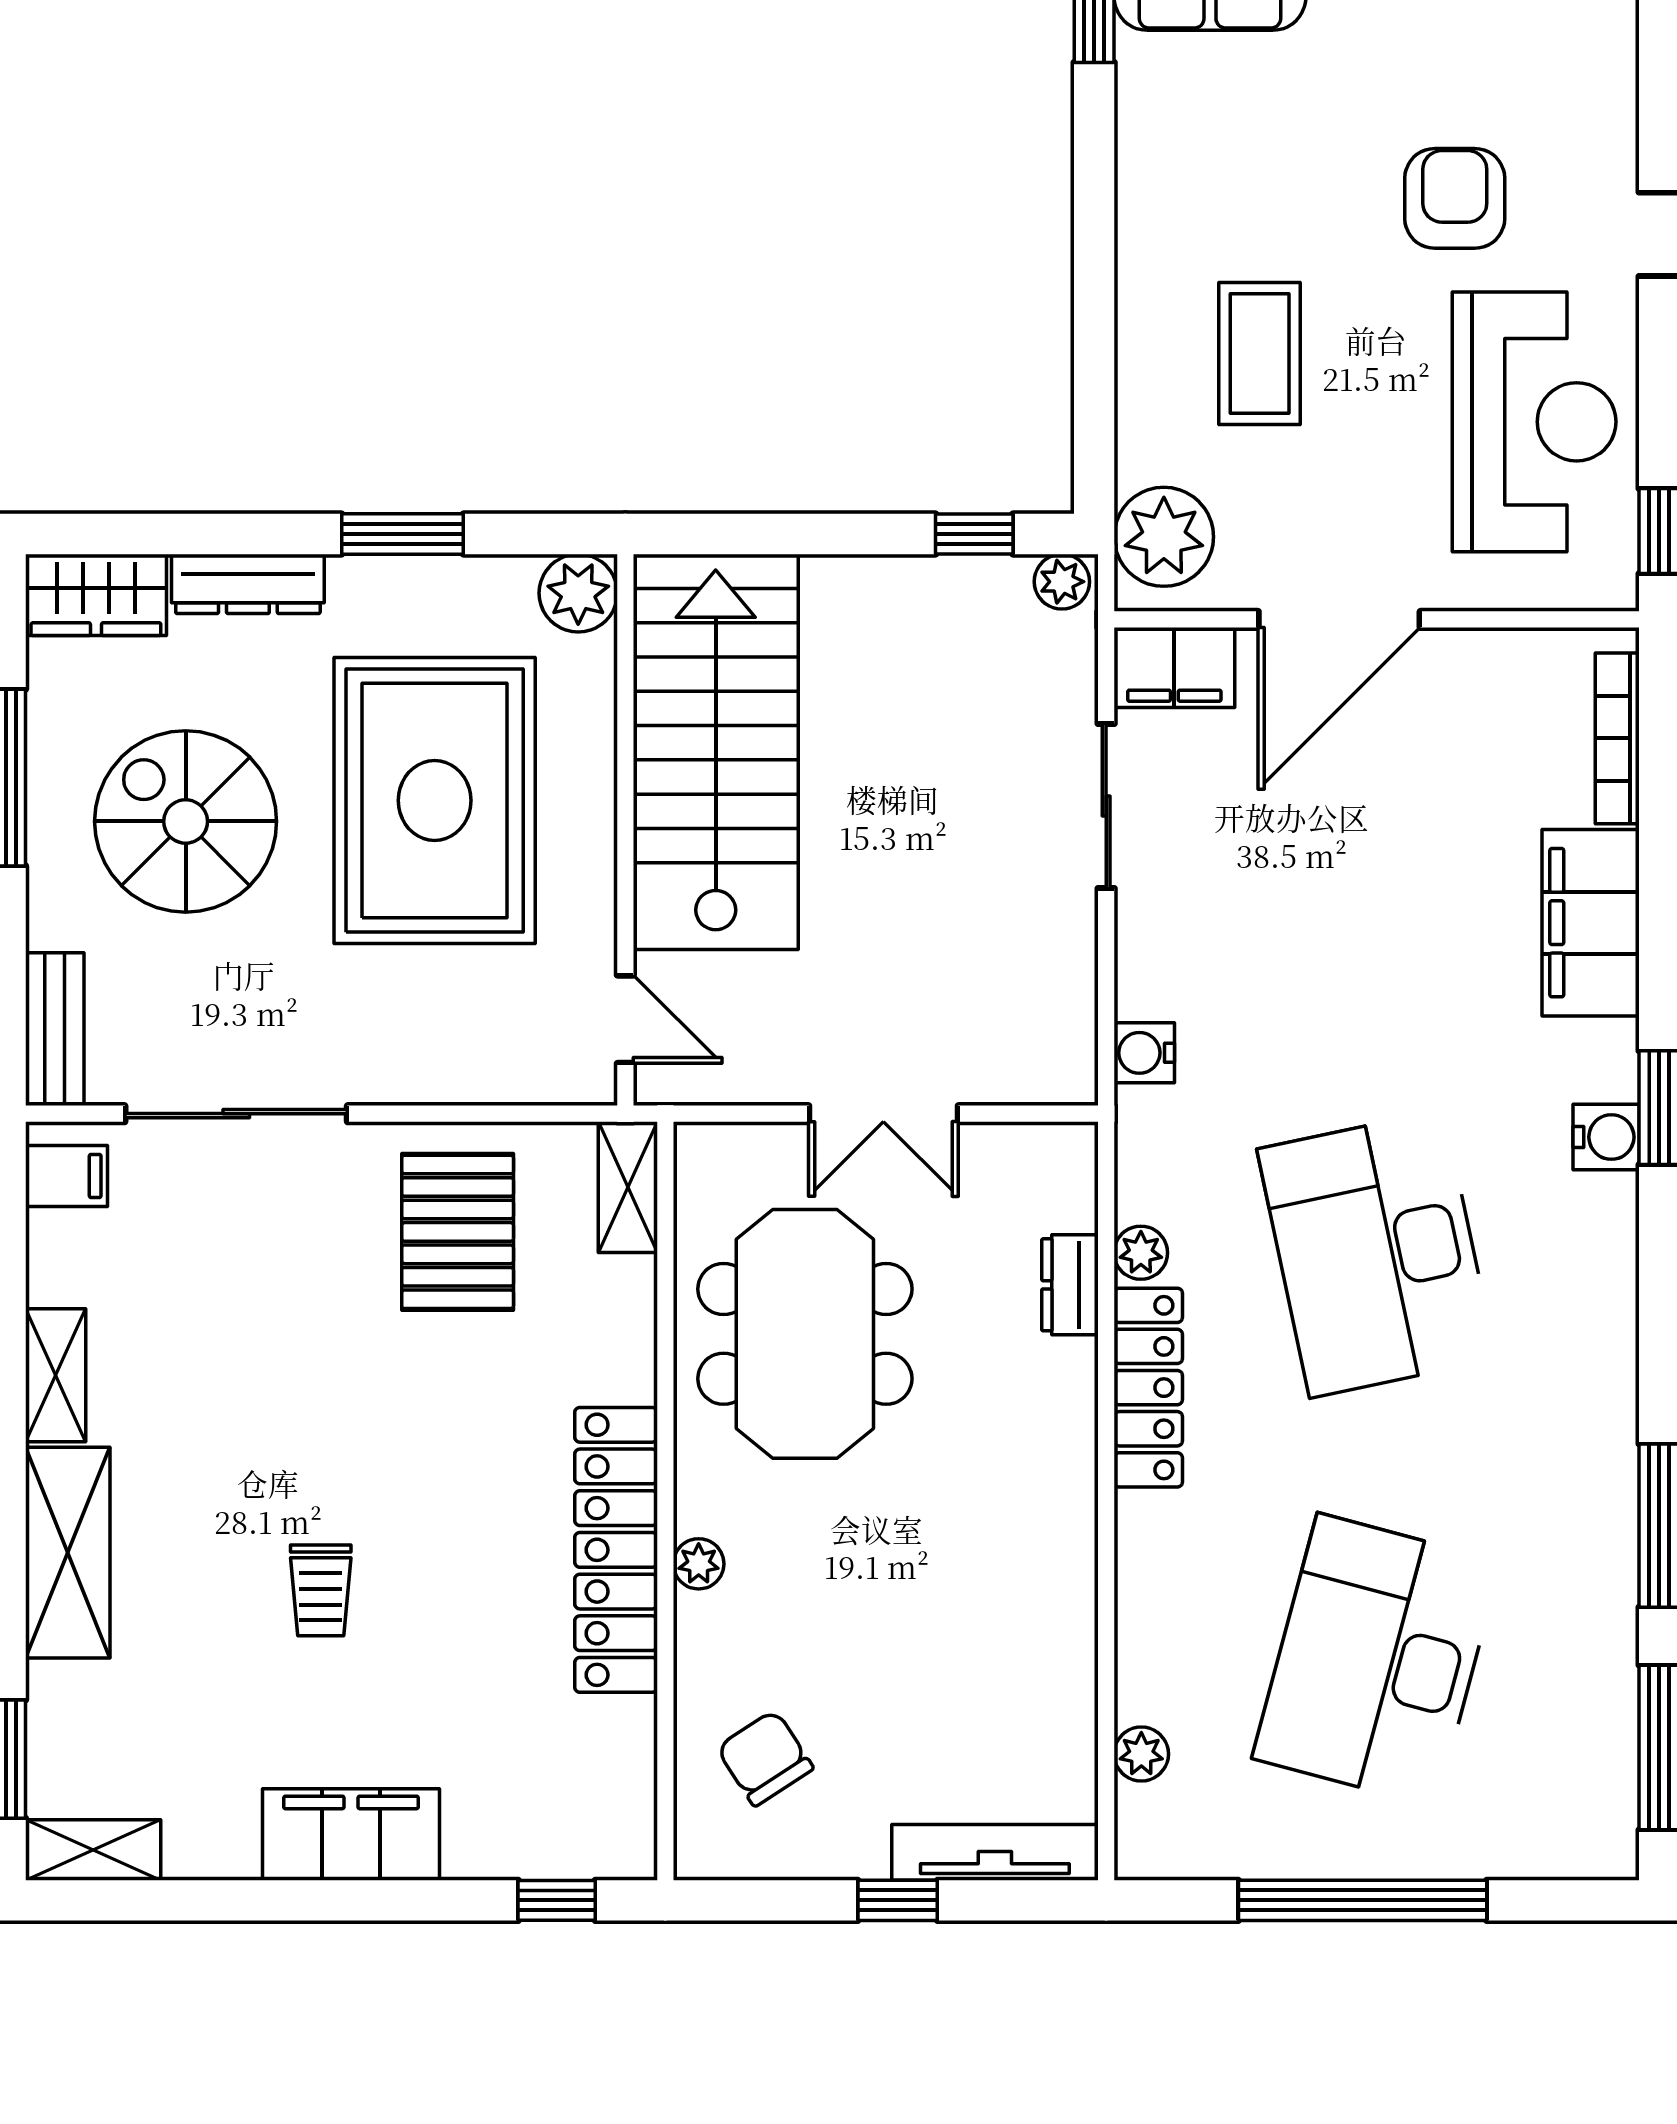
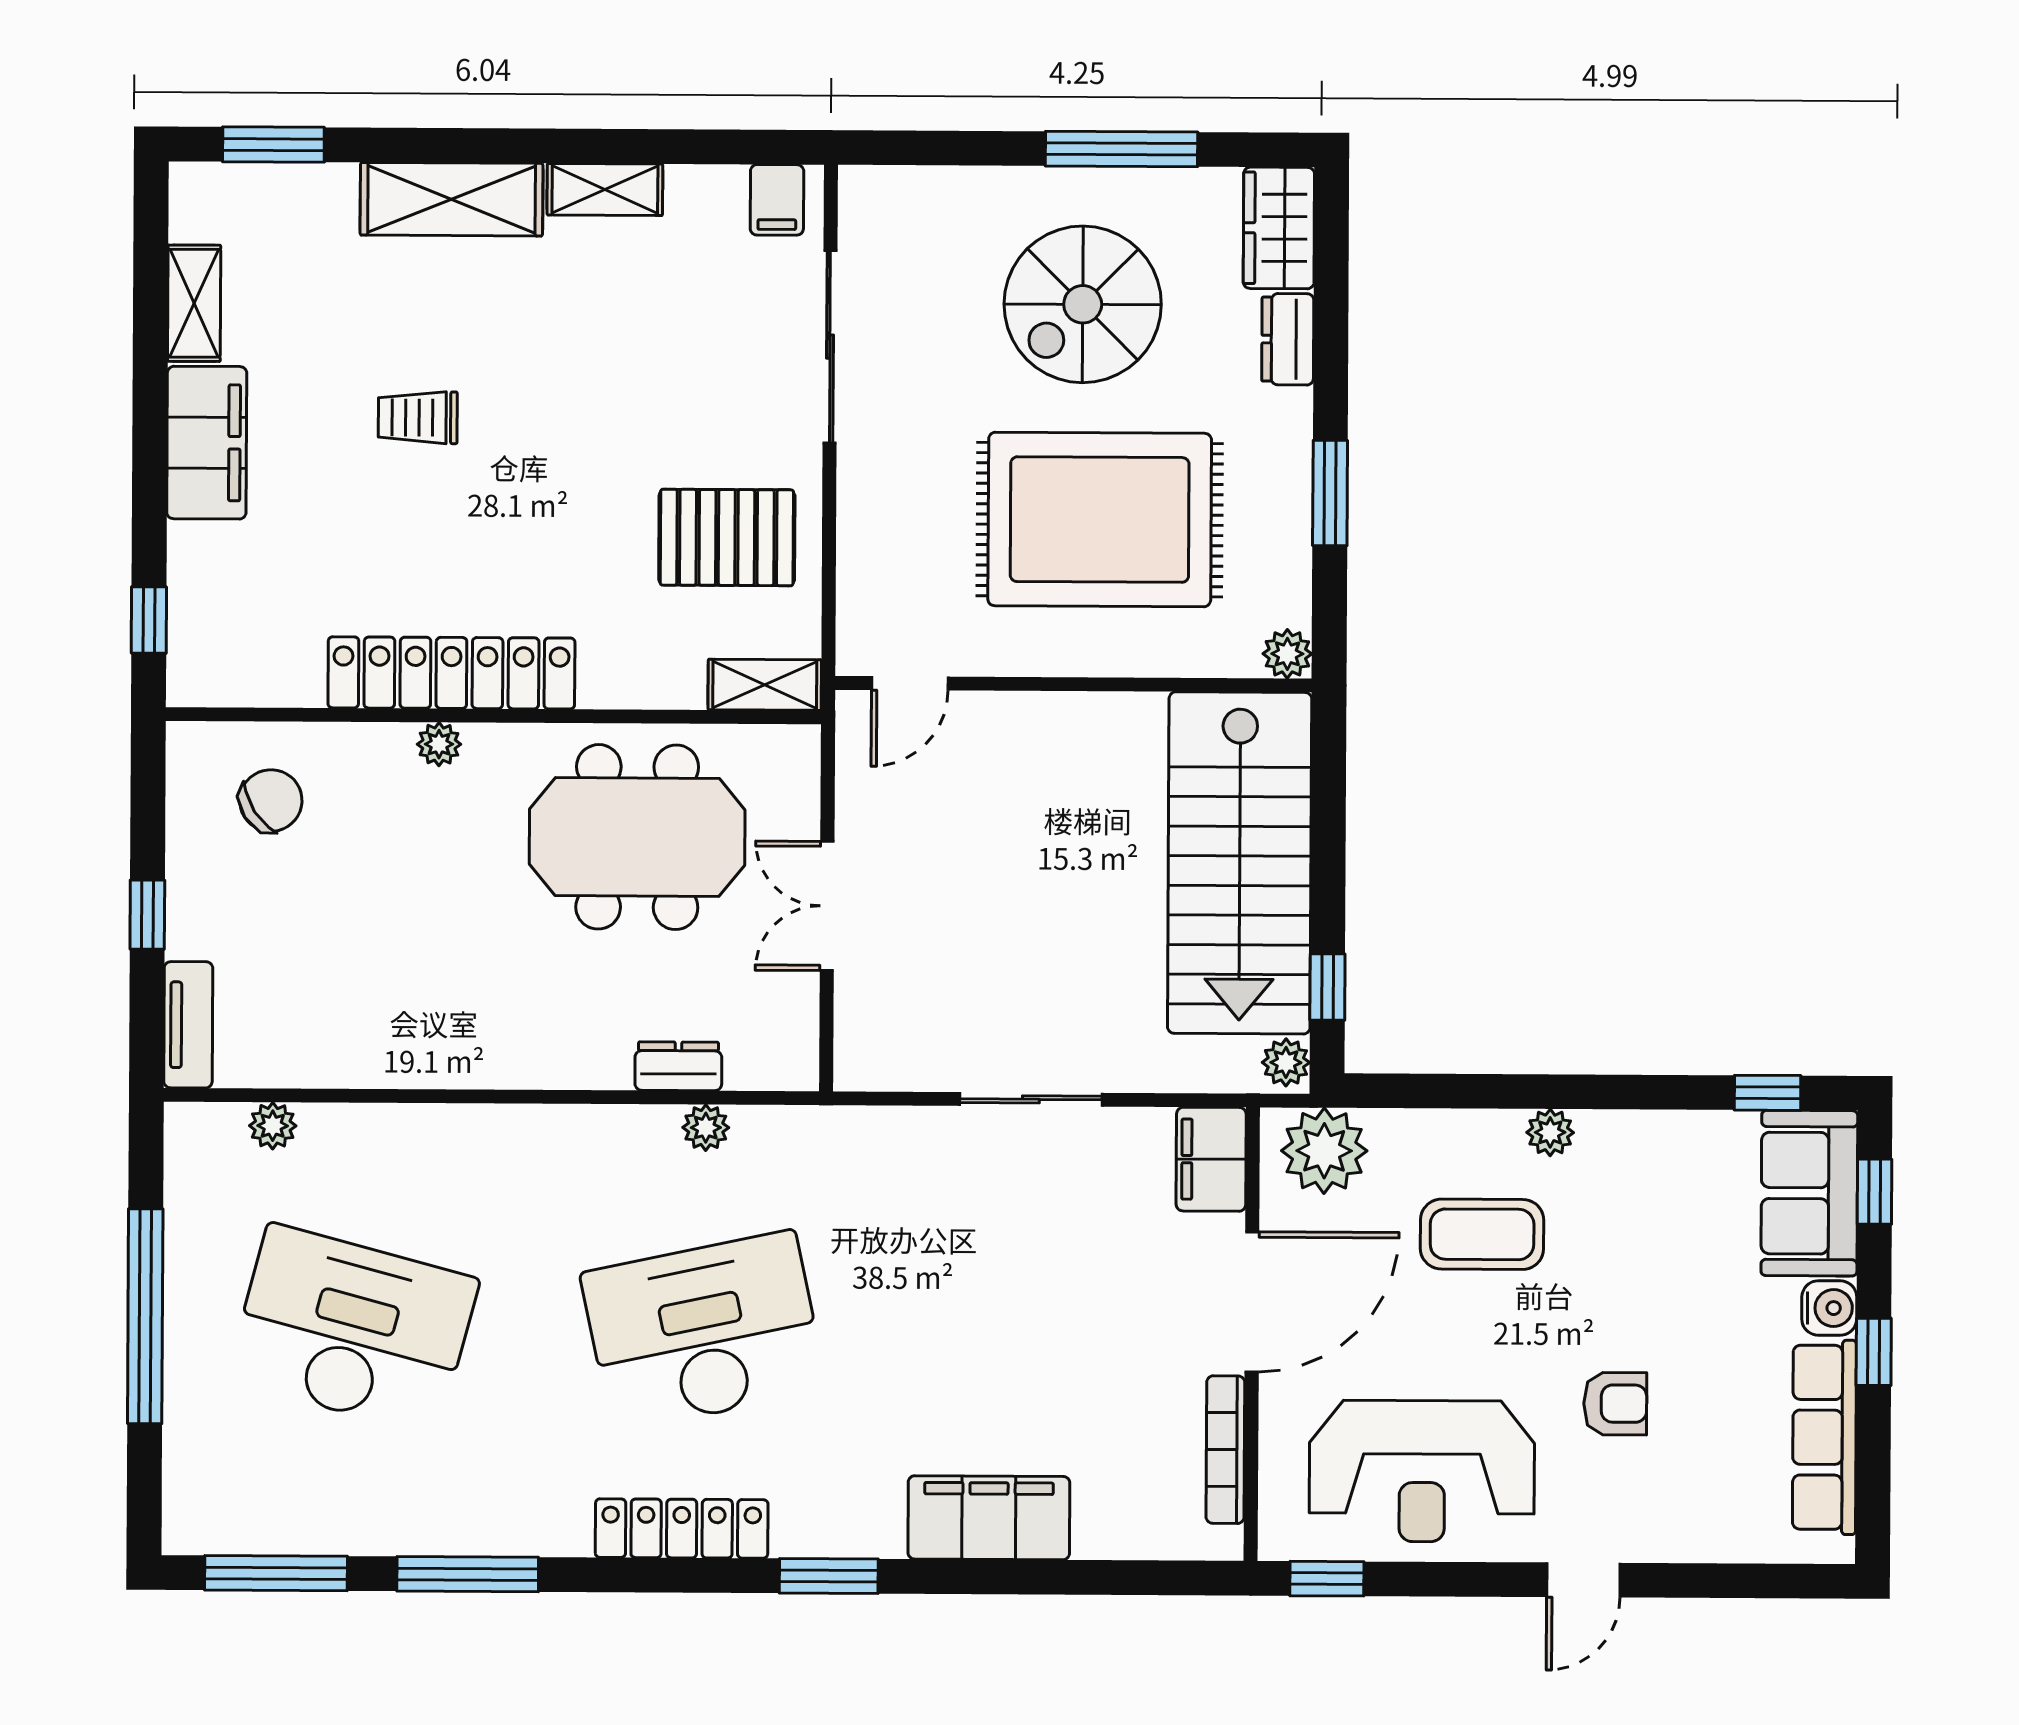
armchair: (1455, 198) -> (1615, 1404), width x0.72, depth x0.72
plant: (1141, 275) -> (1550, 1132), added
dresser: (248, 584) -> (1288, 339), width x0.70
plant: (578, 593) -> (1287, 654), width x0.73, depth x0.73
door: (1339, 619) -> (1252, 1302), swing flipped
bookcase: (1617, 738) -> (1225, 1450), moved, turned -90
stairs: (716, 752) -> (1240, 863), moved, turned 90
sliding door: (1106, 806) -> (1031, 1099), moved
spiral stairs: (186, 821) -> (1083, 304), turned 180
bench: (55, 1029) -> (904, 190), removed
water cooler: (1144, 1053) -> (878, 1131), removed
water cooler: (1606, 1137) -> (804, 1530), removed
locker: (1148, 1388) -> (682, 1529), moved, turned 180
shelving: (93, 1850) -> (194, 303), moved
tv unit: (995, 1852) -> (188, 1025), width x0.71

